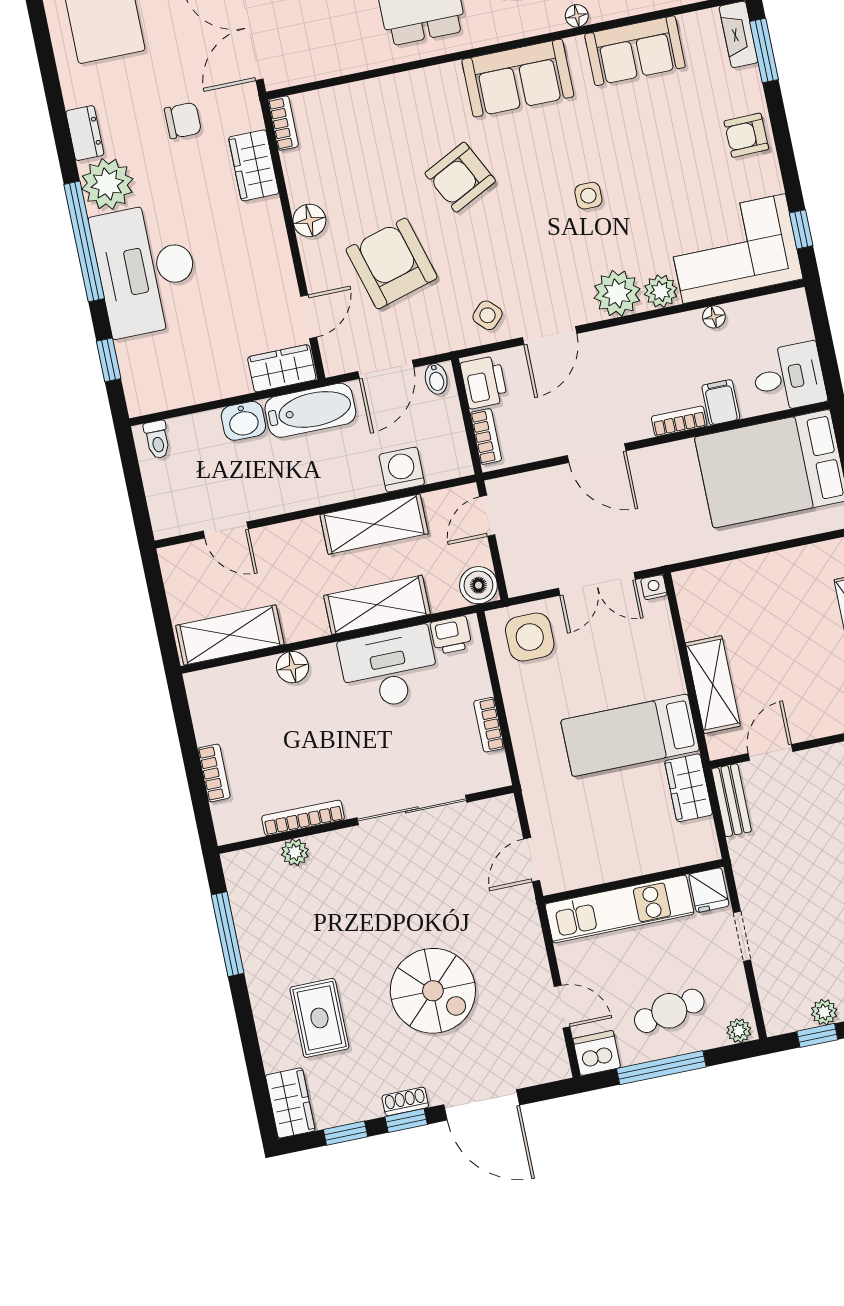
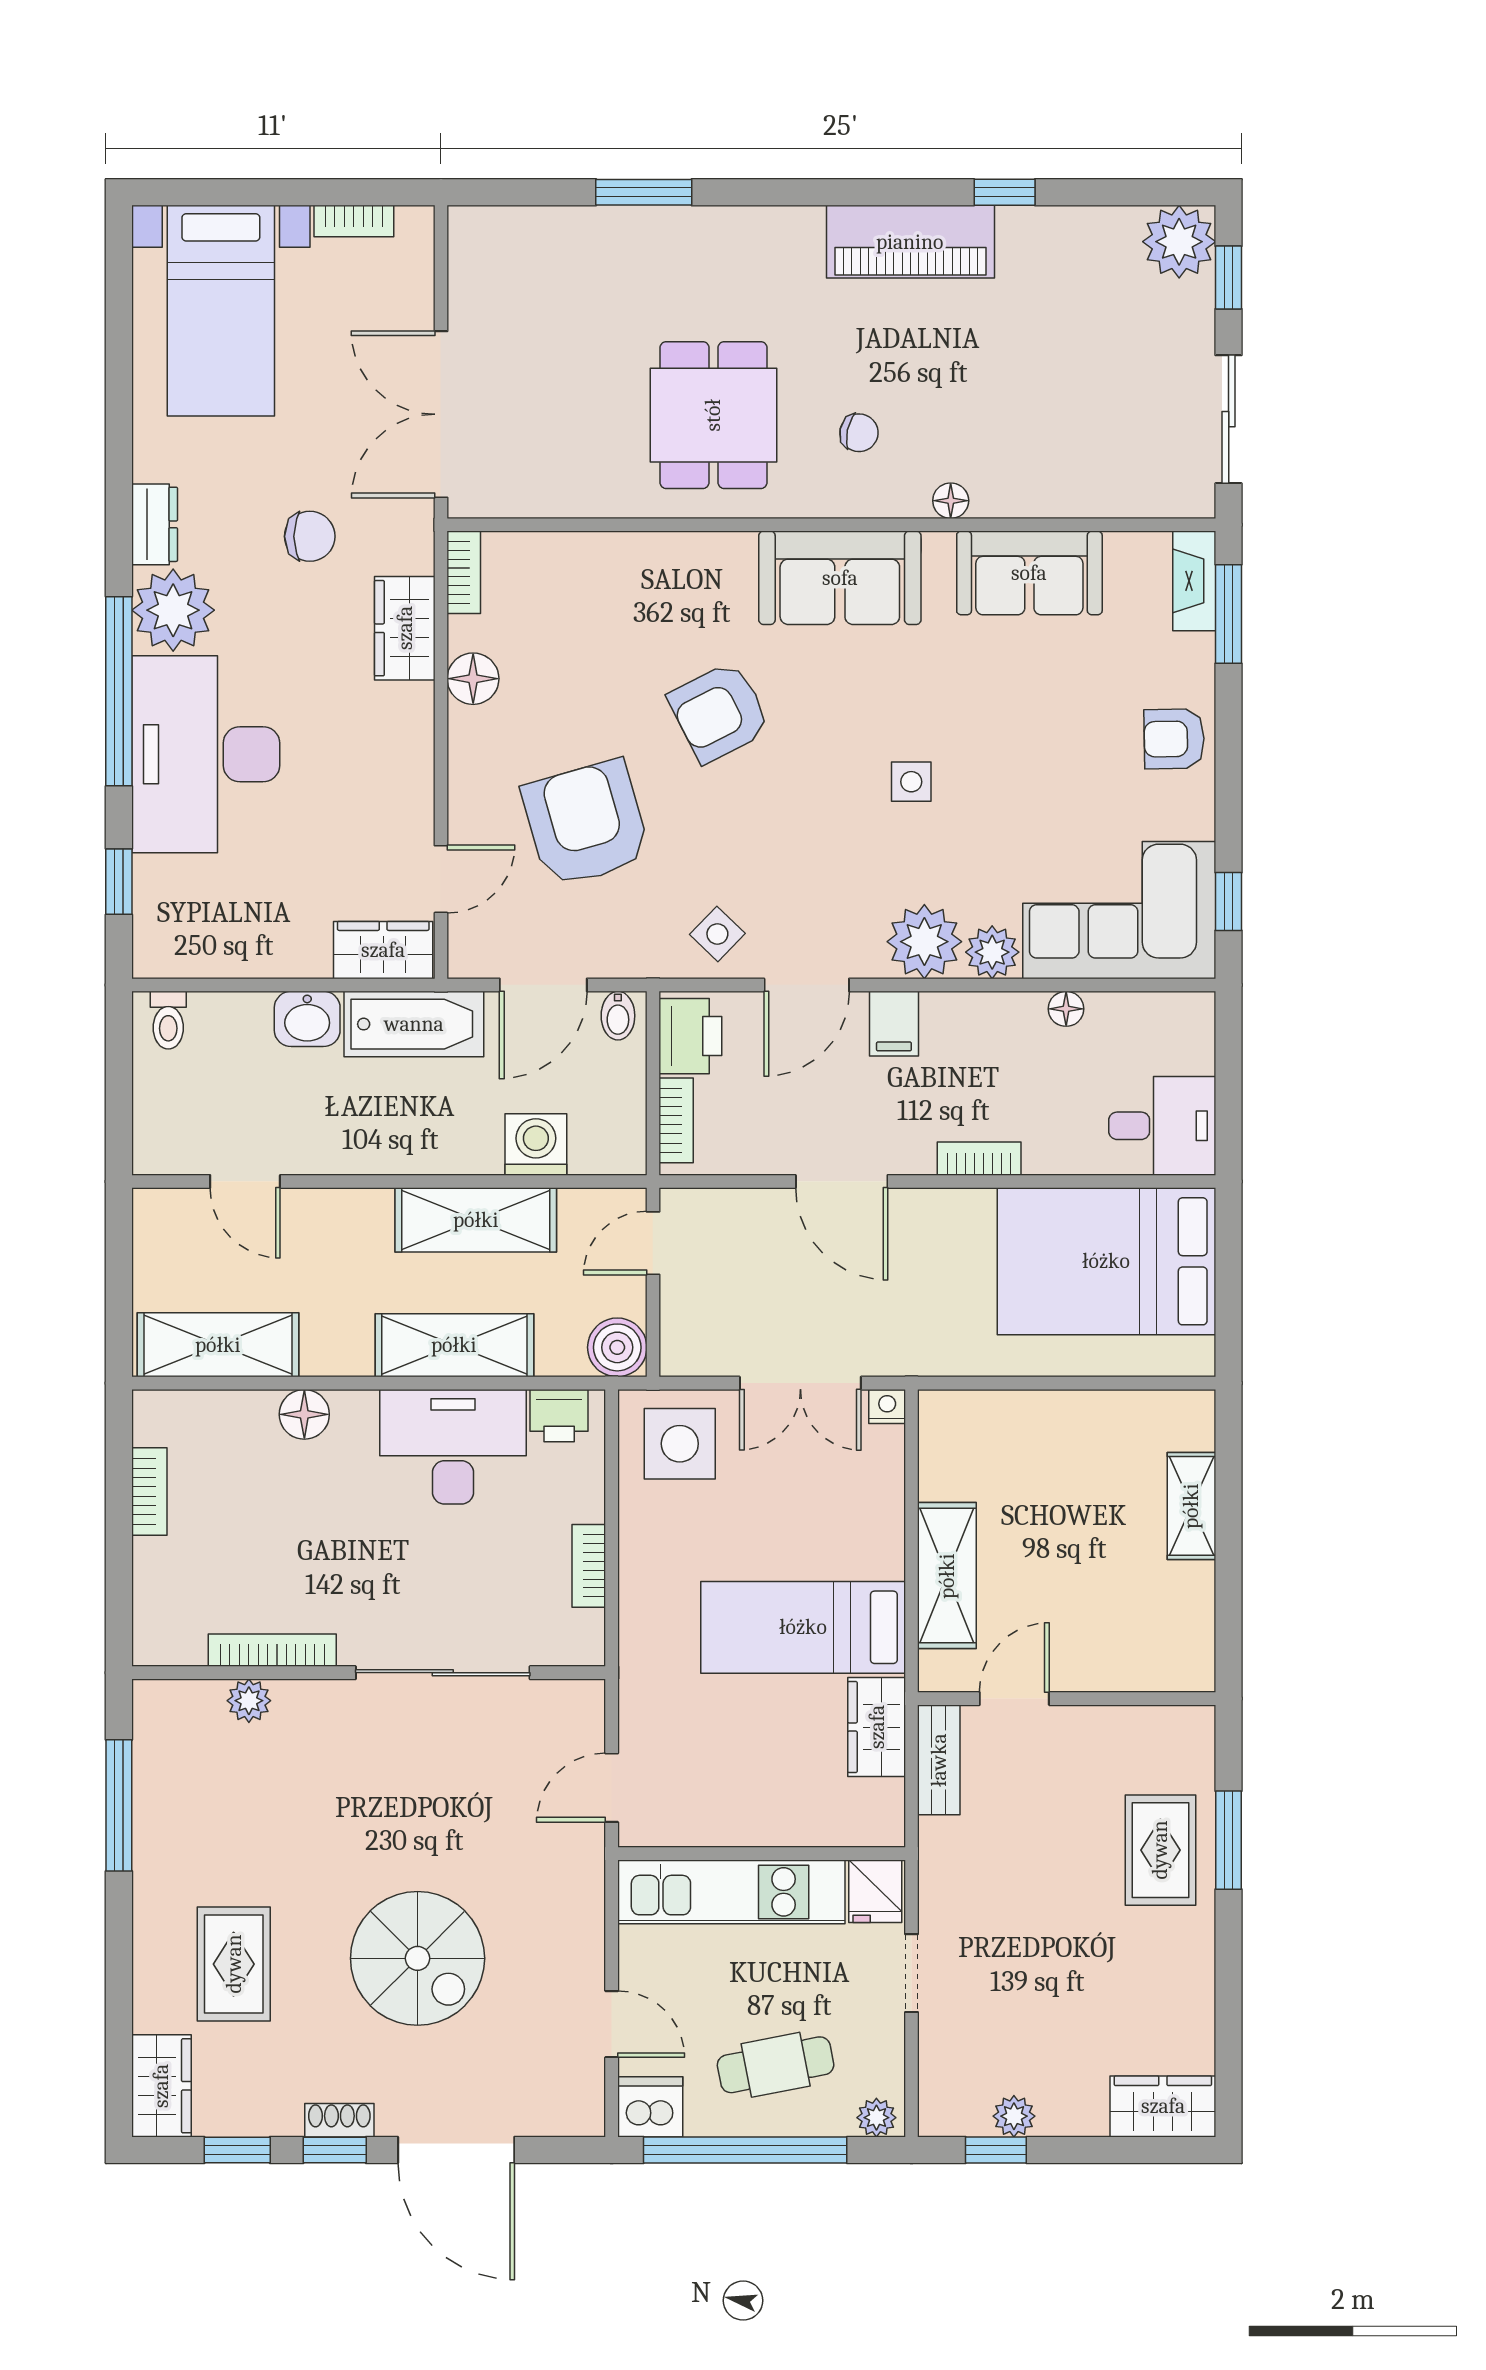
floor lamp: (309, 220) -> (473, 679), moved
filing cabinet: (721, 402) -> (894, 1024), moved, turned 180
bookcase: (214, 773) -> (149, 1491), moved
window: (661, 1068) -> (745, 2150), width x1.46

